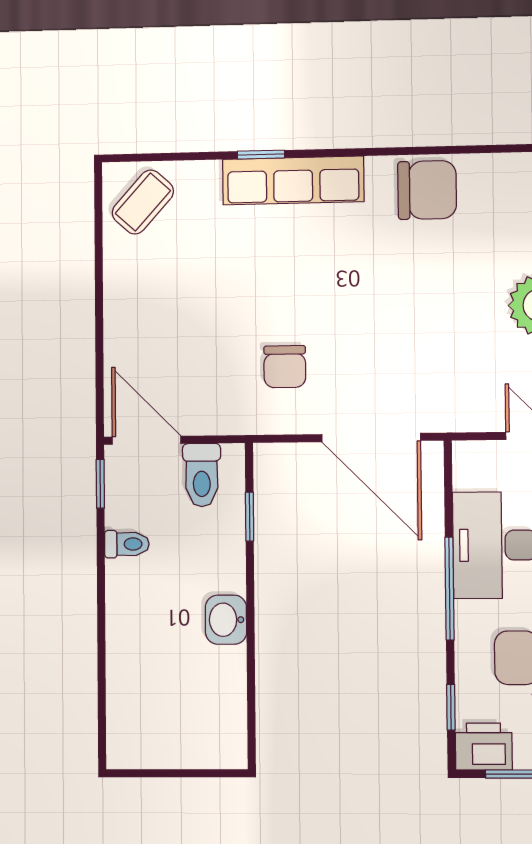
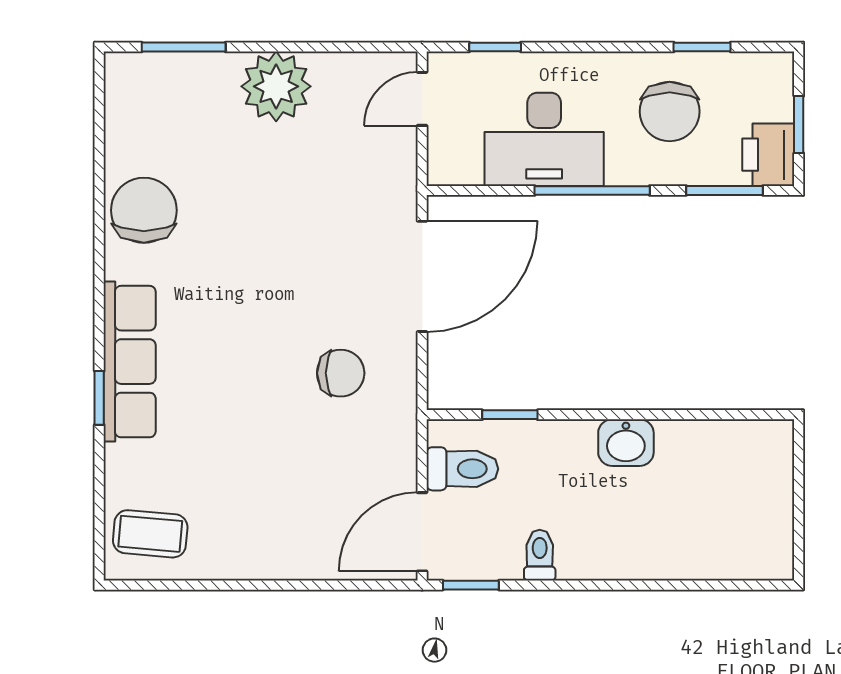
coffee table: (143, 202) -> (150, 534), turned -37
window: (451, 707) -> (725, 191), width x1.50

